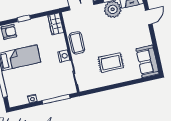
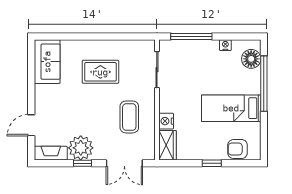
coffee table: (77, 43) -> (129, 117), moved
nightstand: (64, 56) -> (166, 121), moved
floor lamp: (13, 93) -> (251, 59), added

